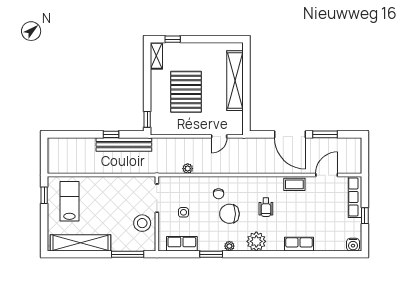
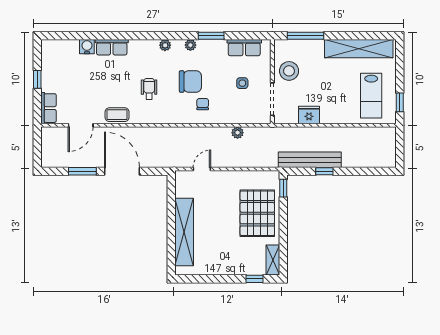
pallet: (186, 92) -> (257, 213), moved
fridge: (125, 184) -> (309, 115), added
row of seats: (355, 197) -> (48, 108), width x0.68
plant: (256, 241) -> (165, 45), width x0.53, depth x0.53
water cooler: (353, 245) -> (87, 47), moved

